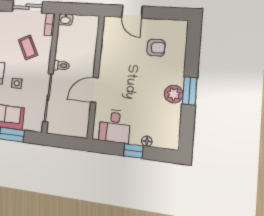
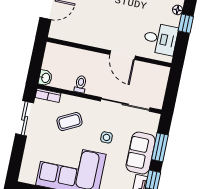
toilet: (61, 66) -> (81, 84), moved

